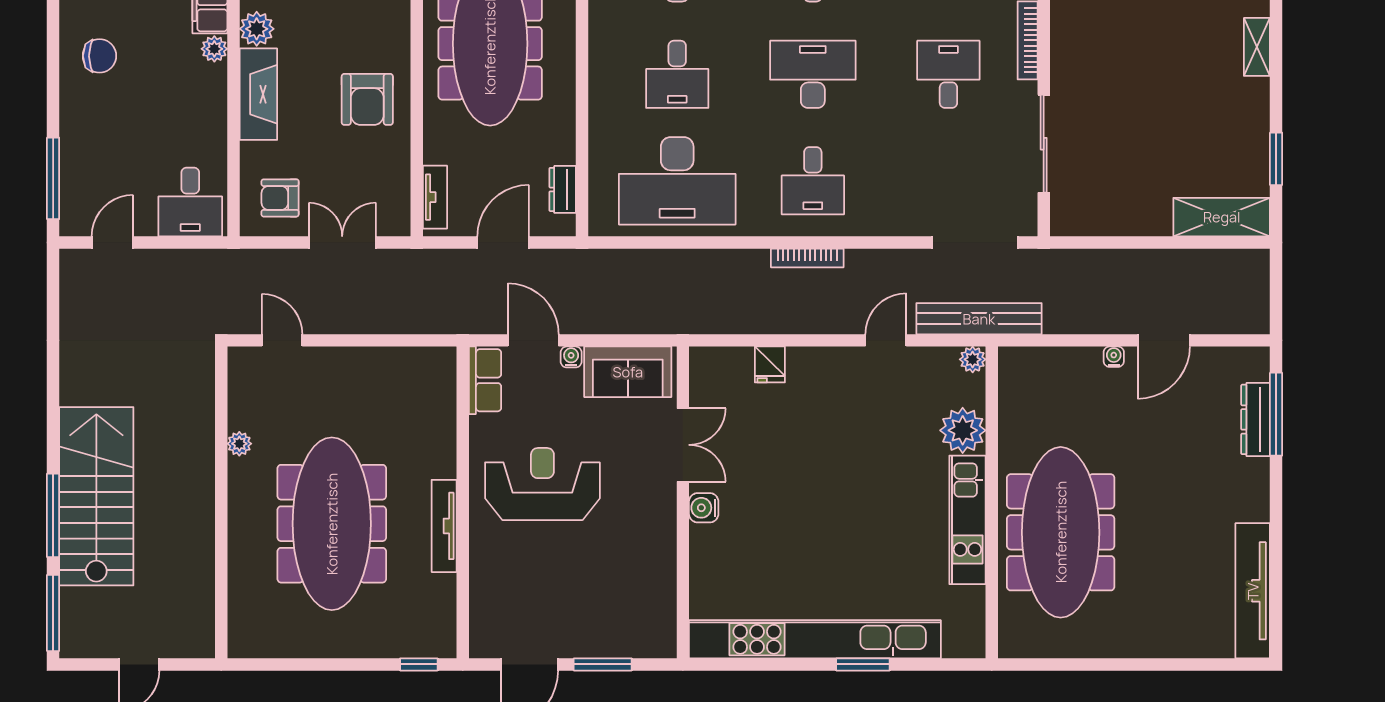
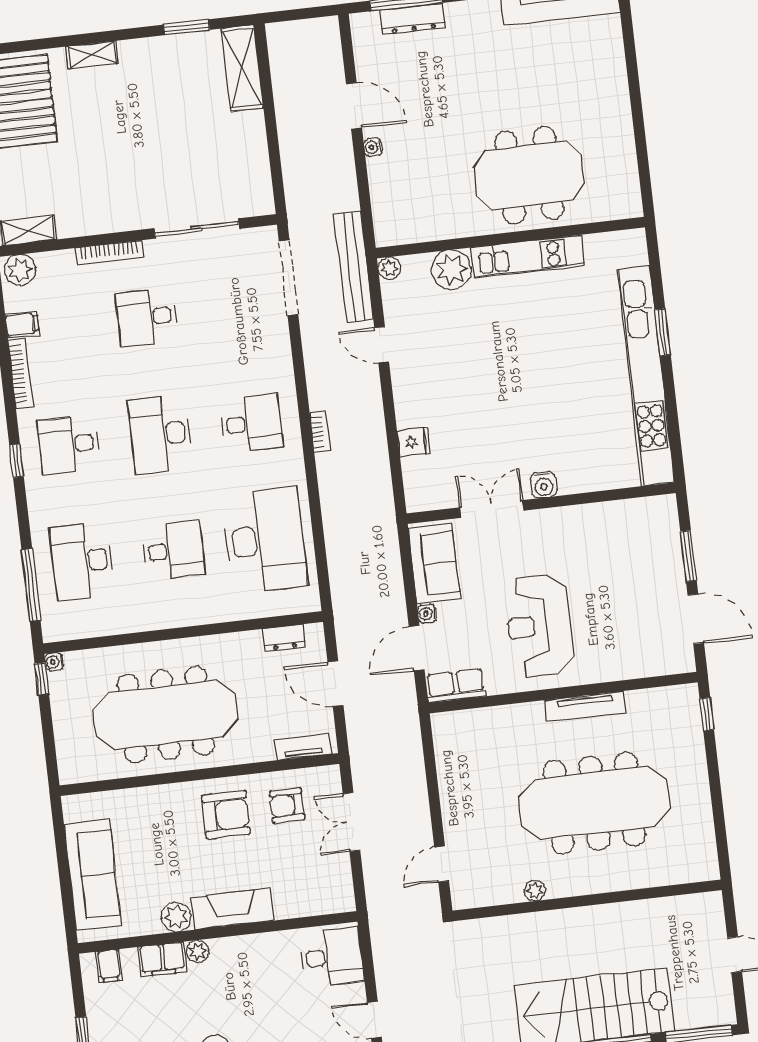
armchair: (280, 198) -> (287, 806), moved, turned 90
bookcase: (807, 258) -> (320, 432), width x0.64
meeting table: (1061, 532) -> (529, 175), width x0.73

